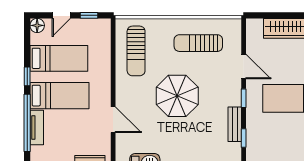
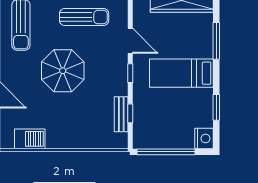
sun lounger: (198, 43) -> (84, 17), turned 180
bench: (235, 124) -> (121, 114), moved

